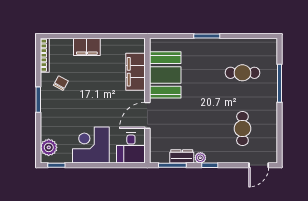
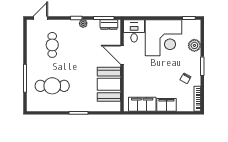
filing cabinet: (136, 72) -> (142, 104), moved, turned -90
cafe table: (242, 73) -> (52, 86), width x1.37, depth x1.35
door: (147, 115) -> (122, 55), swing flipped
corner desk: (91, 145) -> (163, 38), width x1.36, depth x1.36
plant: (49, 147) -> (194, 45), moved
dresser: (182, 156) -> (109, 24), moved

